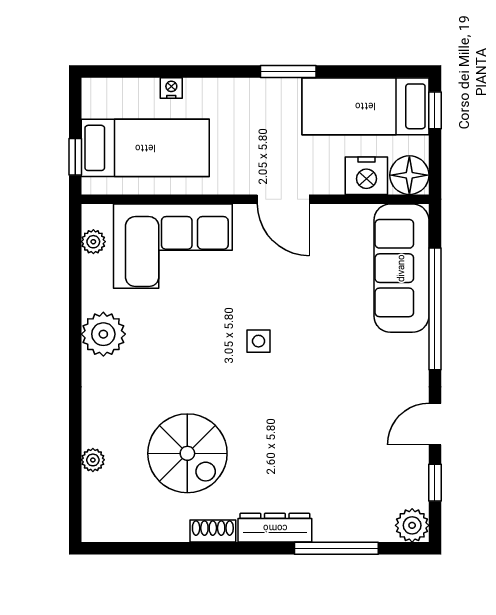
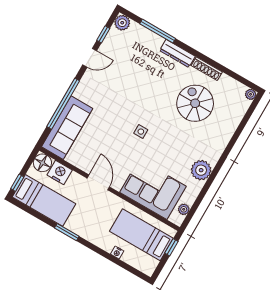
plant: (93, 460) -> (251, 94), moved
shoe rack: (213, 531) -> (207, 69), width x1.43

